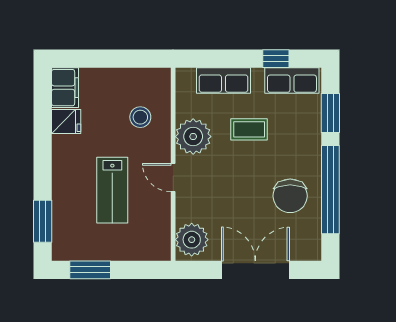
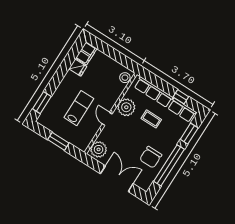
row of seats: (223, 81) -> (154, 92), width x1.48
stool: (140, 117) -> (125, 78), moved
lab bench: (112, 190) -> (79, 108), turned 180
window: (90, 270) -> (58, 141), moved

